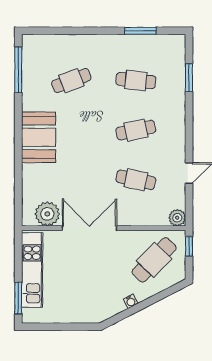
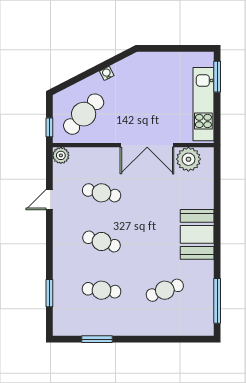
cafe table: (136, 130) -> (102, 242), turned 30

